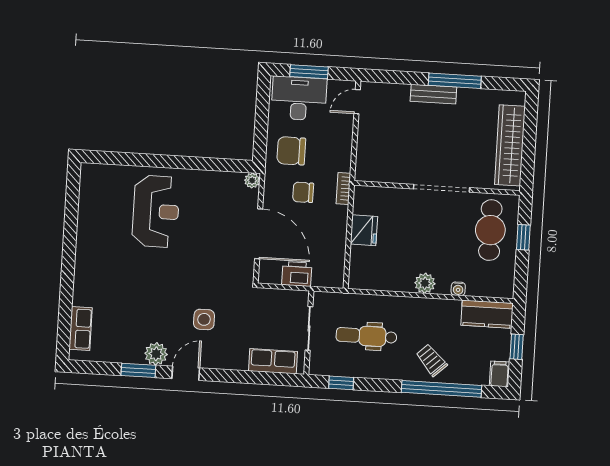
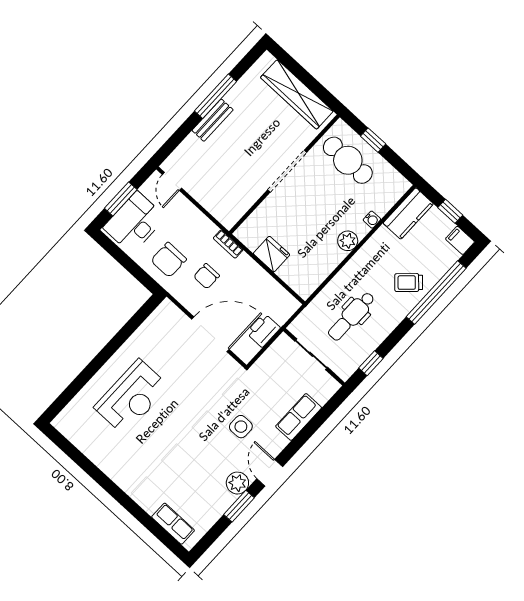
plant: (252, 180) -> (167, 307), removed
reception desk: (156, 211) -> (132, 397), turned 90
row of seats: (273, 361) -> (299, 417), moved

